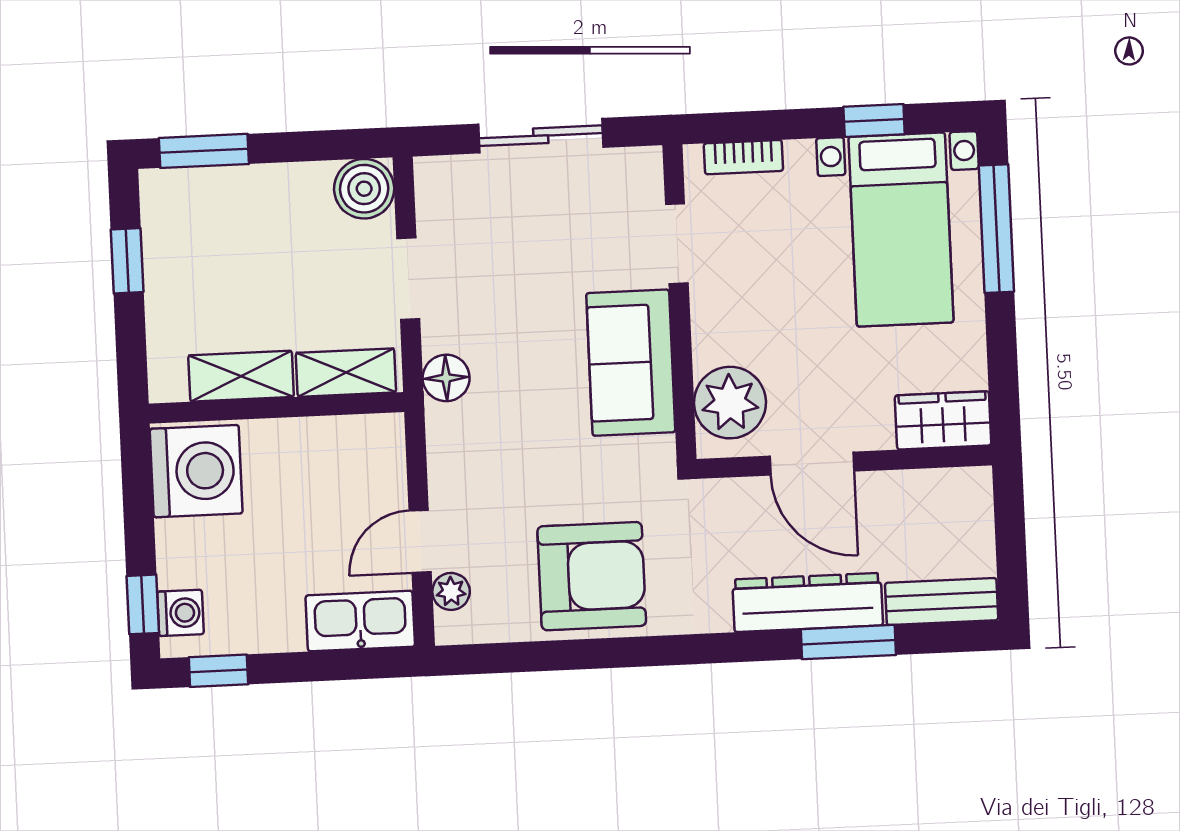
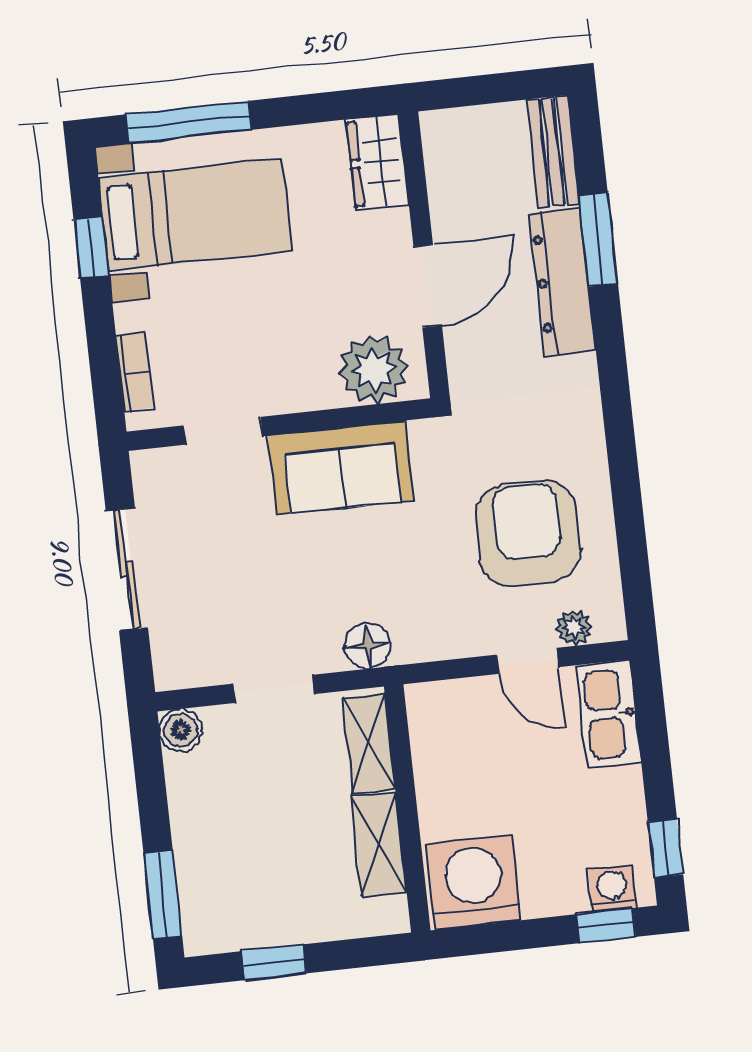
boiler: (364, 189) -> (181, 730), width x0.73, depth x0.73
armchair: (592, 576) -> (528, 533), moved

